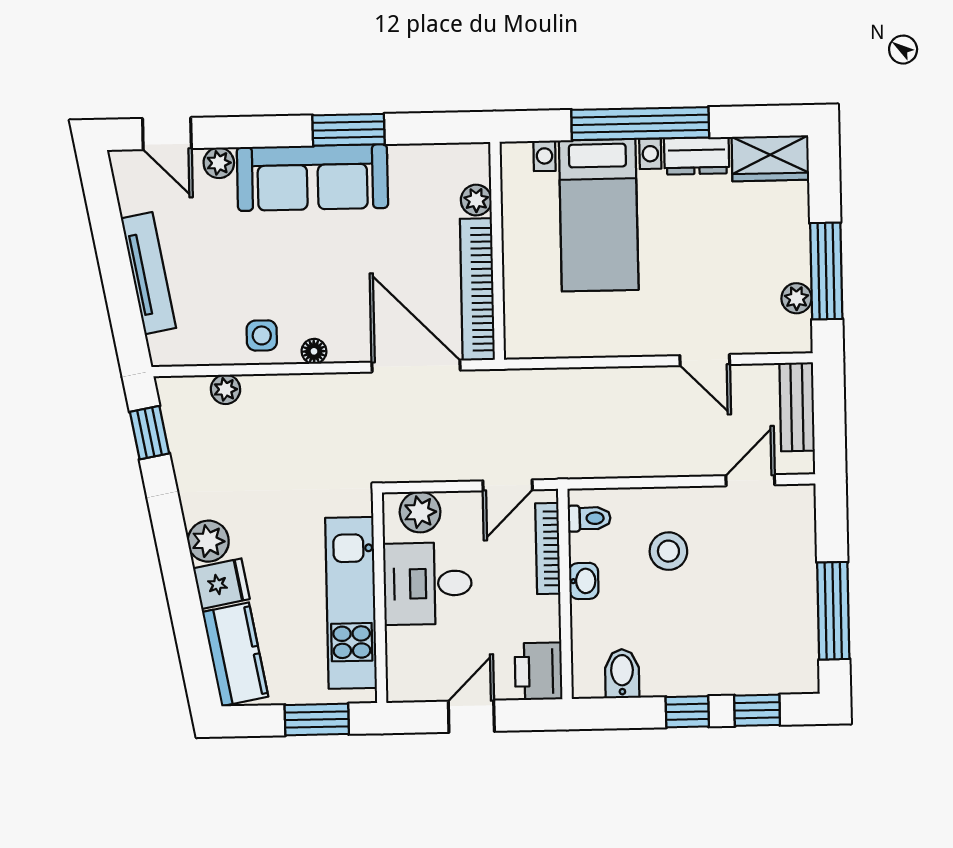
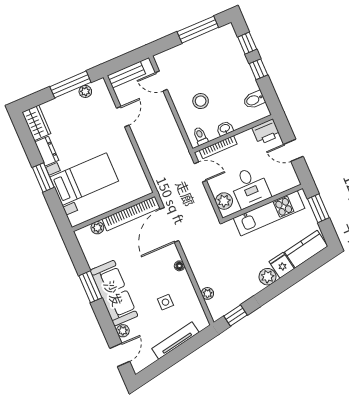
window: (640, 124) -> (43, 177), width x0.47
side table: (262, 335) -> (165, 302), moved

